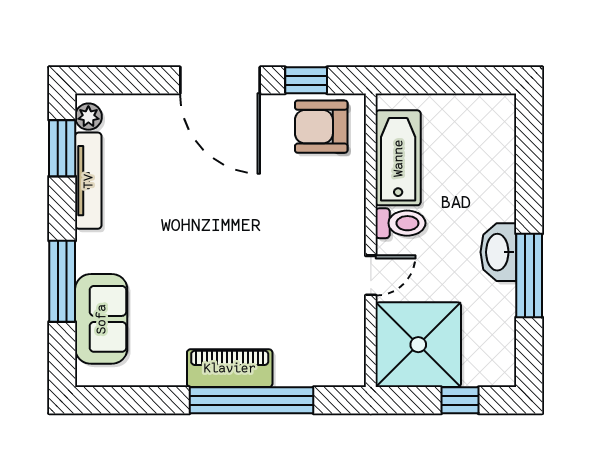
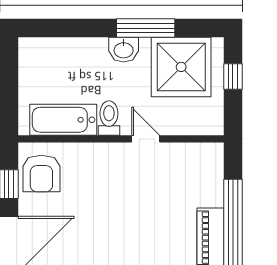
washbasin: (498, 252) -> (124, 50), width x0.72
shower: (418, 345) -> (181, 67), moved

